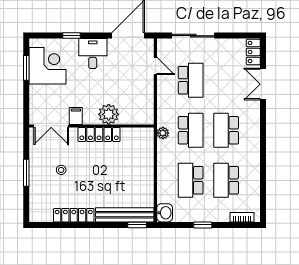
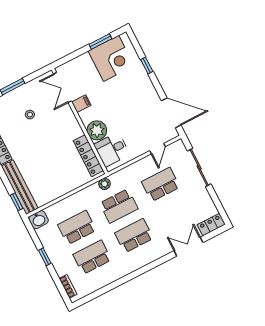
desk: (93, 54) -> (112, 150), moved, turned 180
school desk: (191, 80) -> (161, 184), turned 180
locker: (99, 135) -> (88, 156), moved

